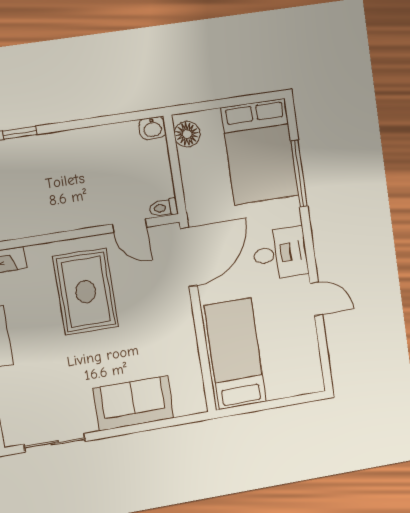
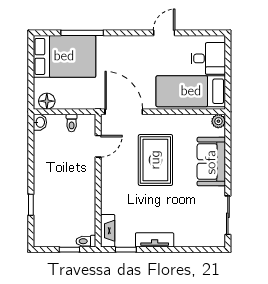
toilet: (164, 208) -> (72, 123), moved
desk: (280, 253) -> (208, 58), moved, turned 90
rug: (86, 292) -> (155, 160), moved, turned 90
plant: (196, 403) -> (218, 121), added

